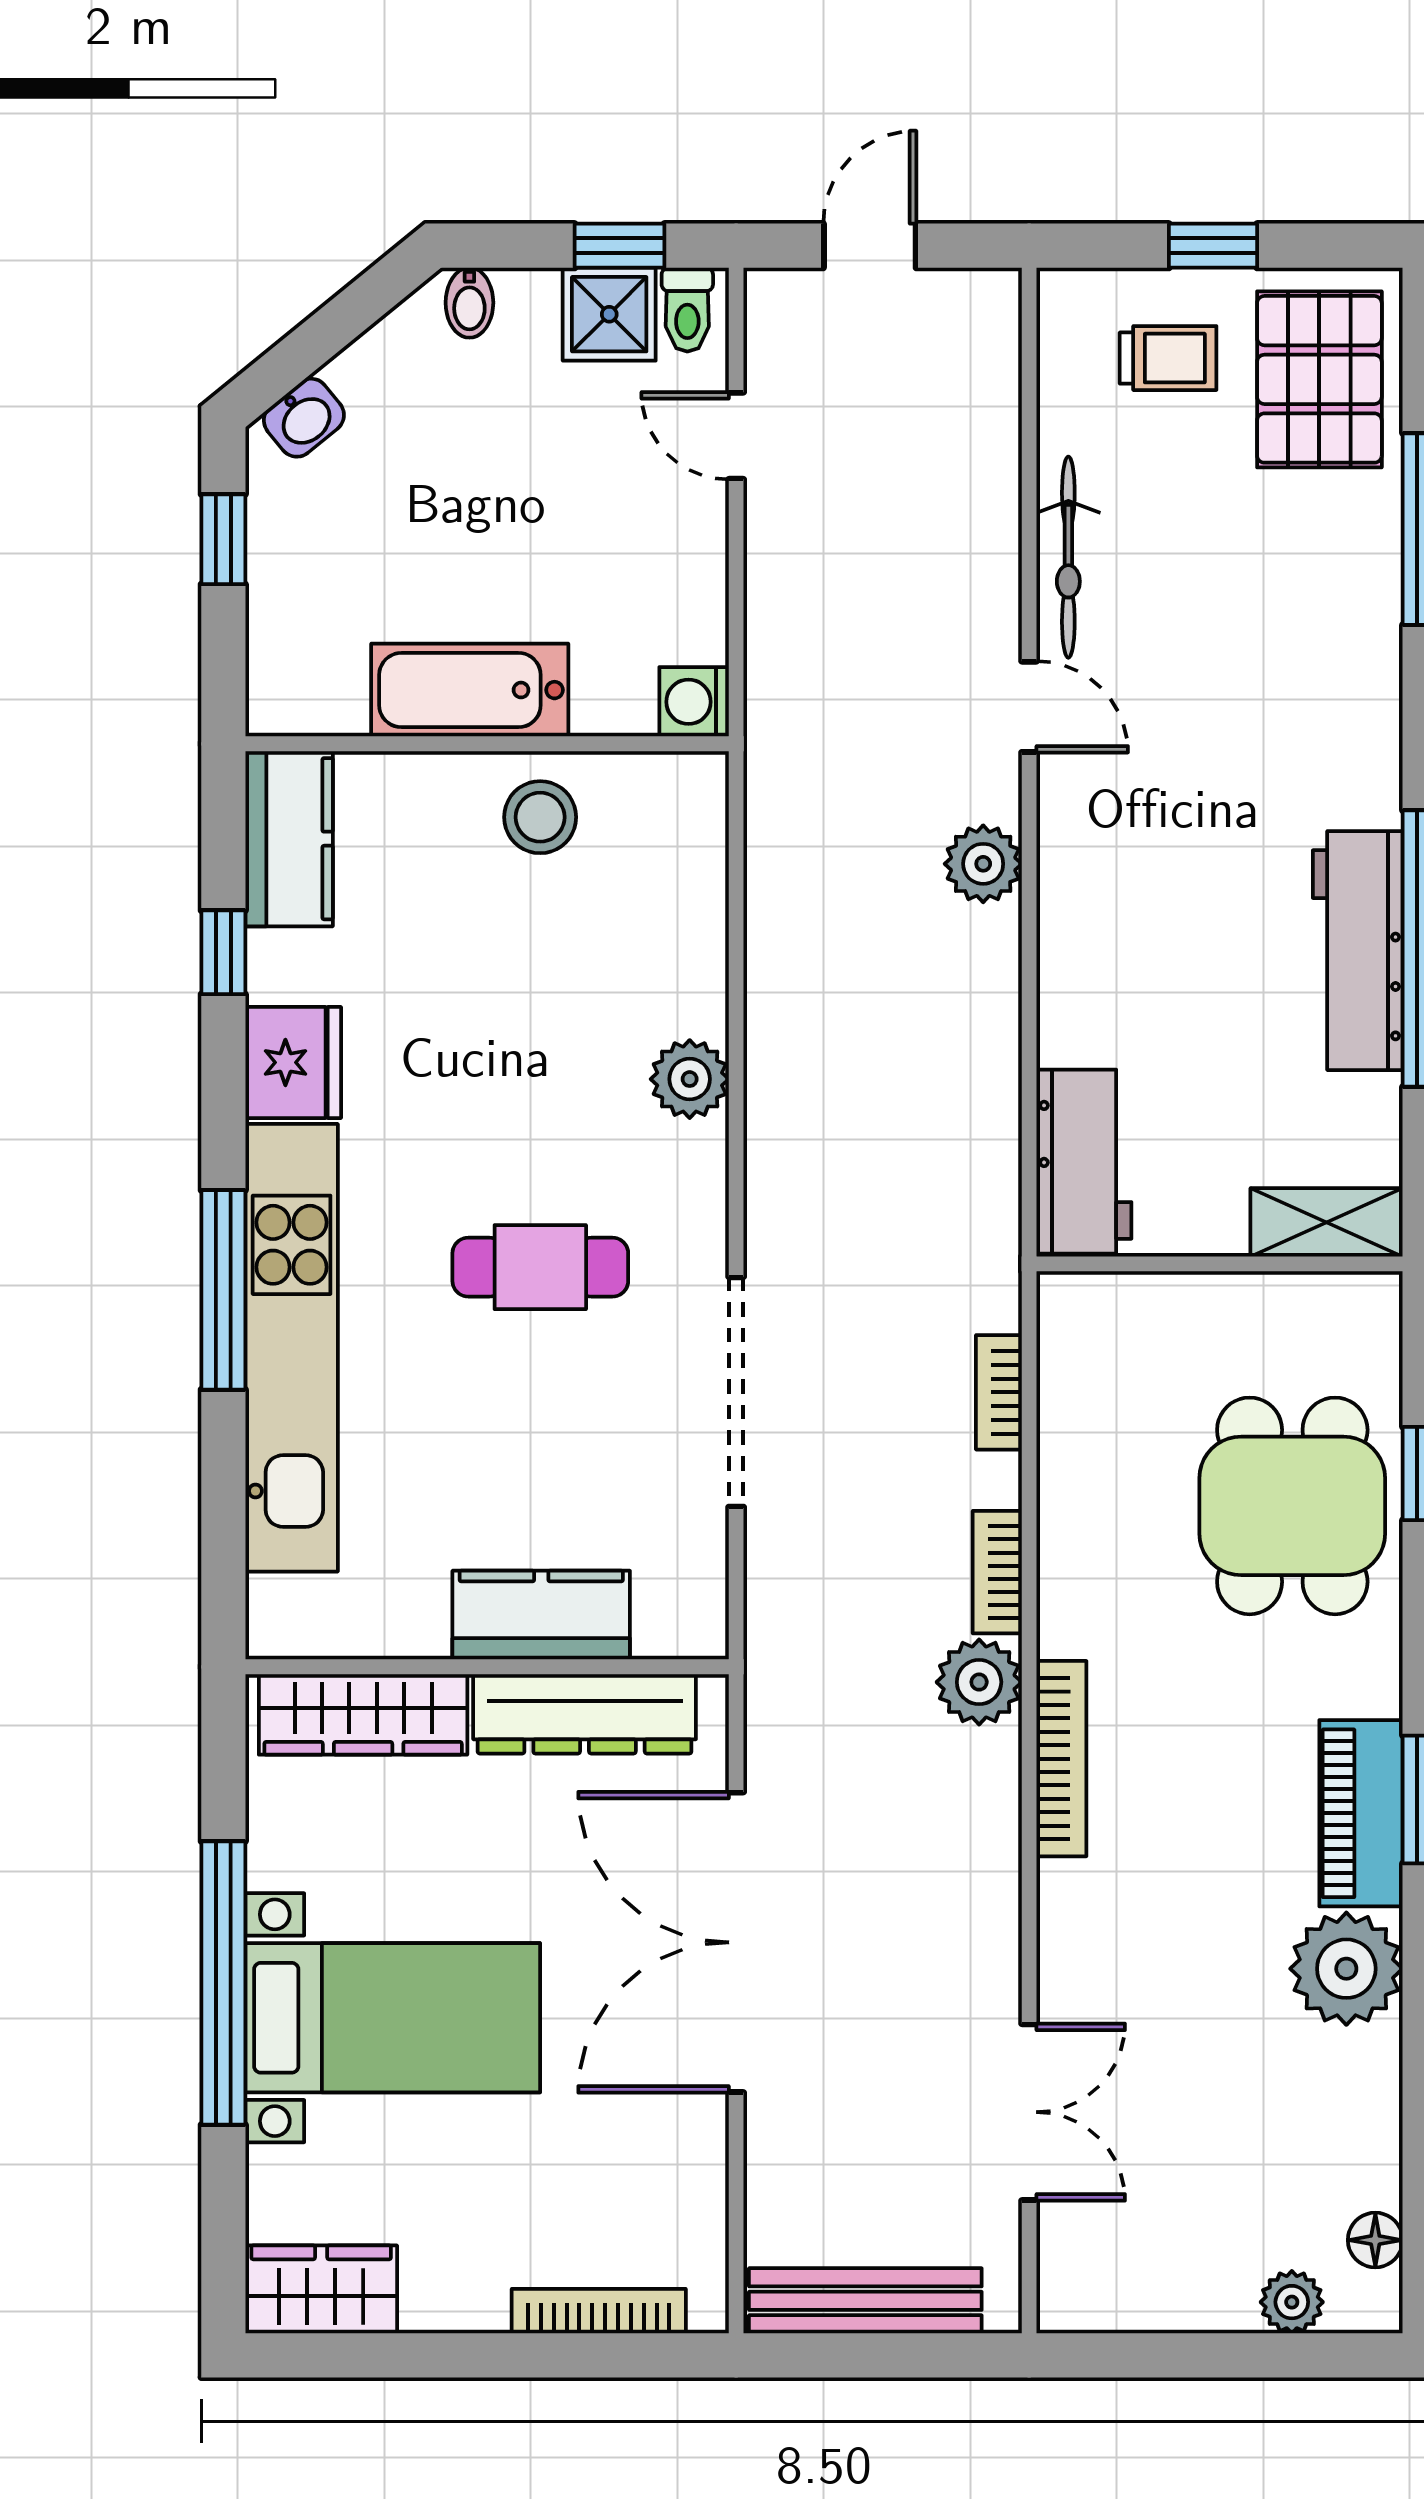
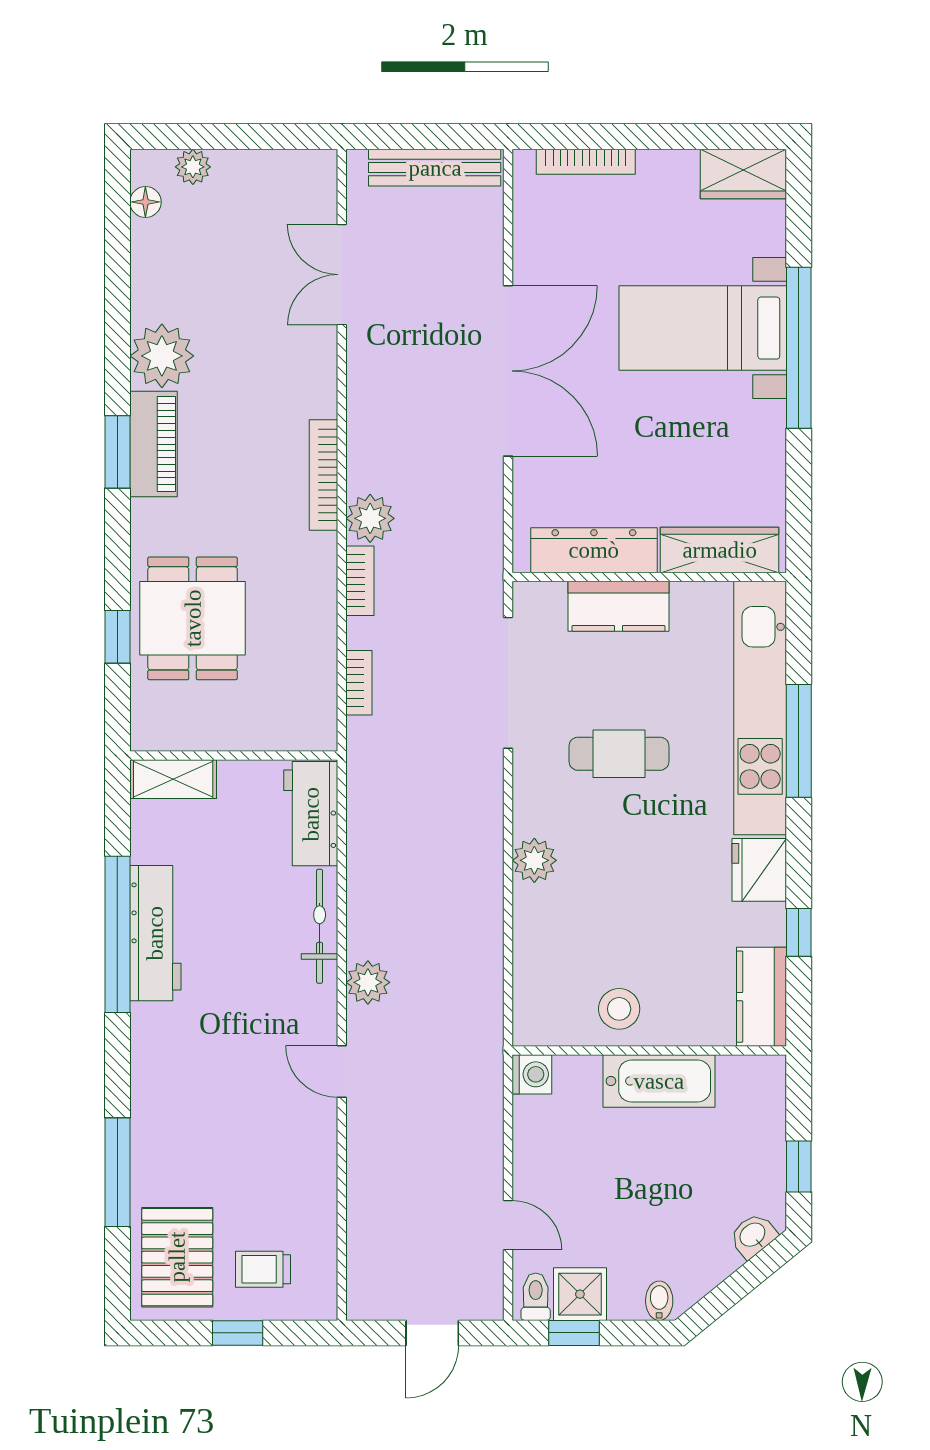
bicycle: (1068, 557) -> (320, 926), moved
kitchen counter: (541, 1615) -> (618, 606), moved
wall: (487, 1667) -> (649, 577), moved
wardrobe: (363, 1714) -> (720, 550), moved
dresser: (585, 1714) -> (594, 550), moved

